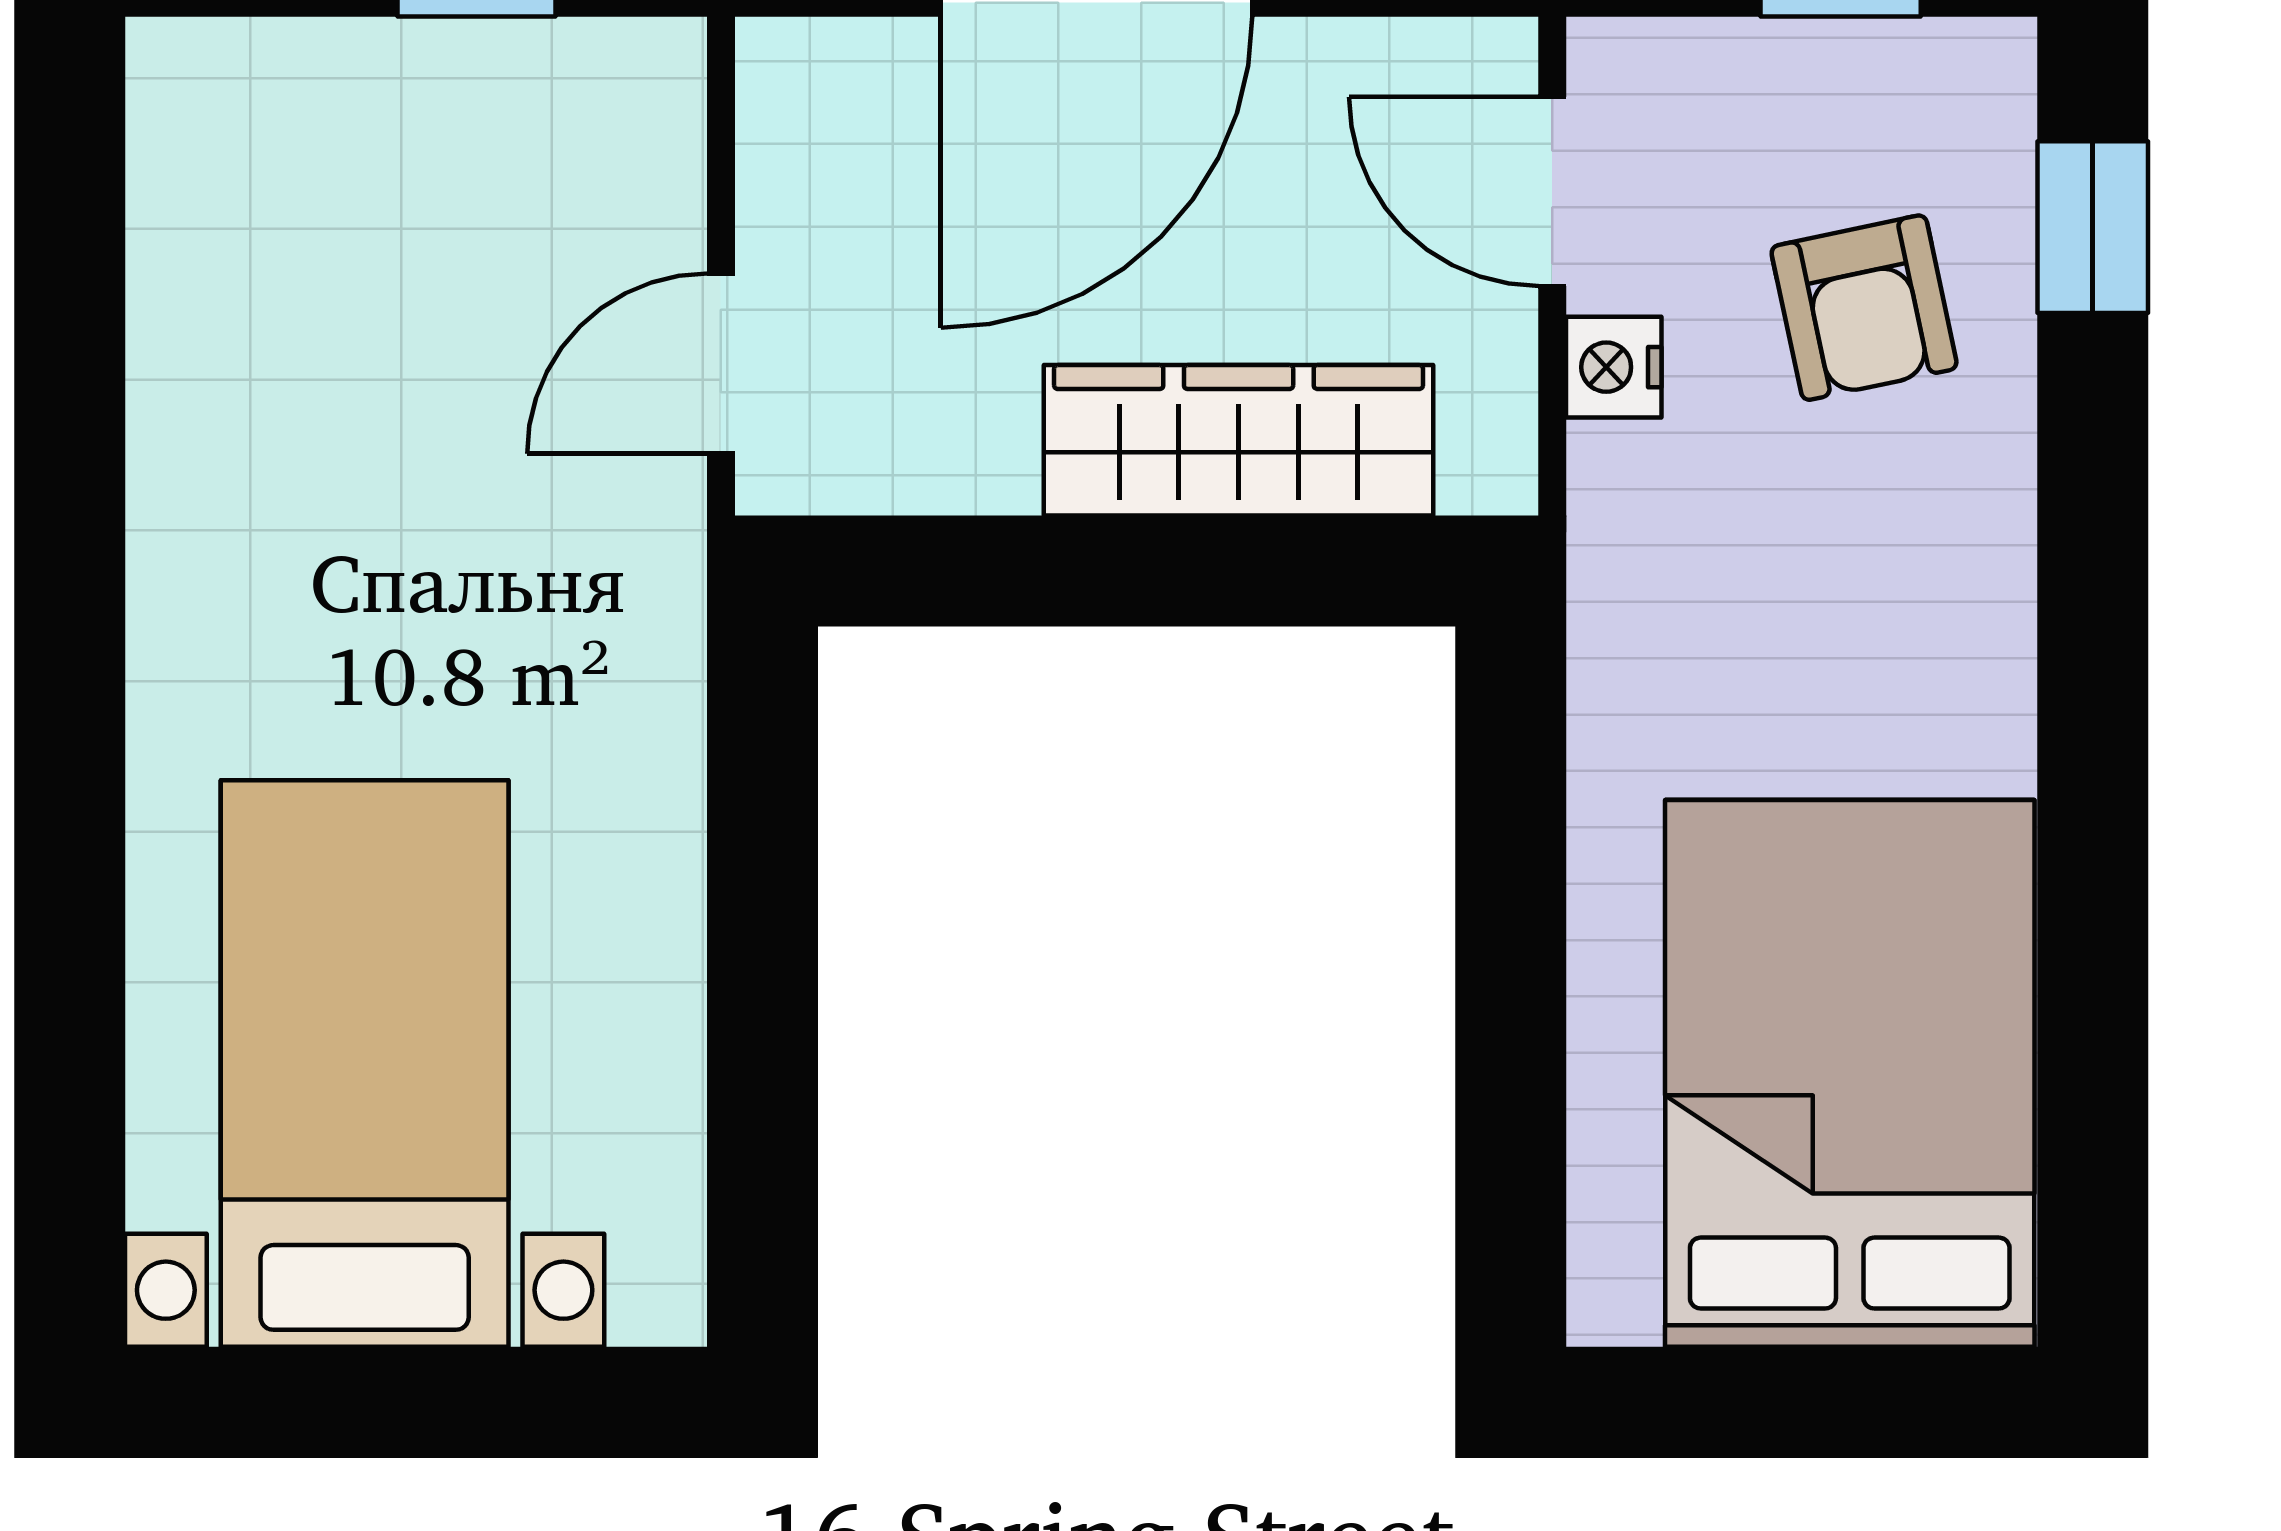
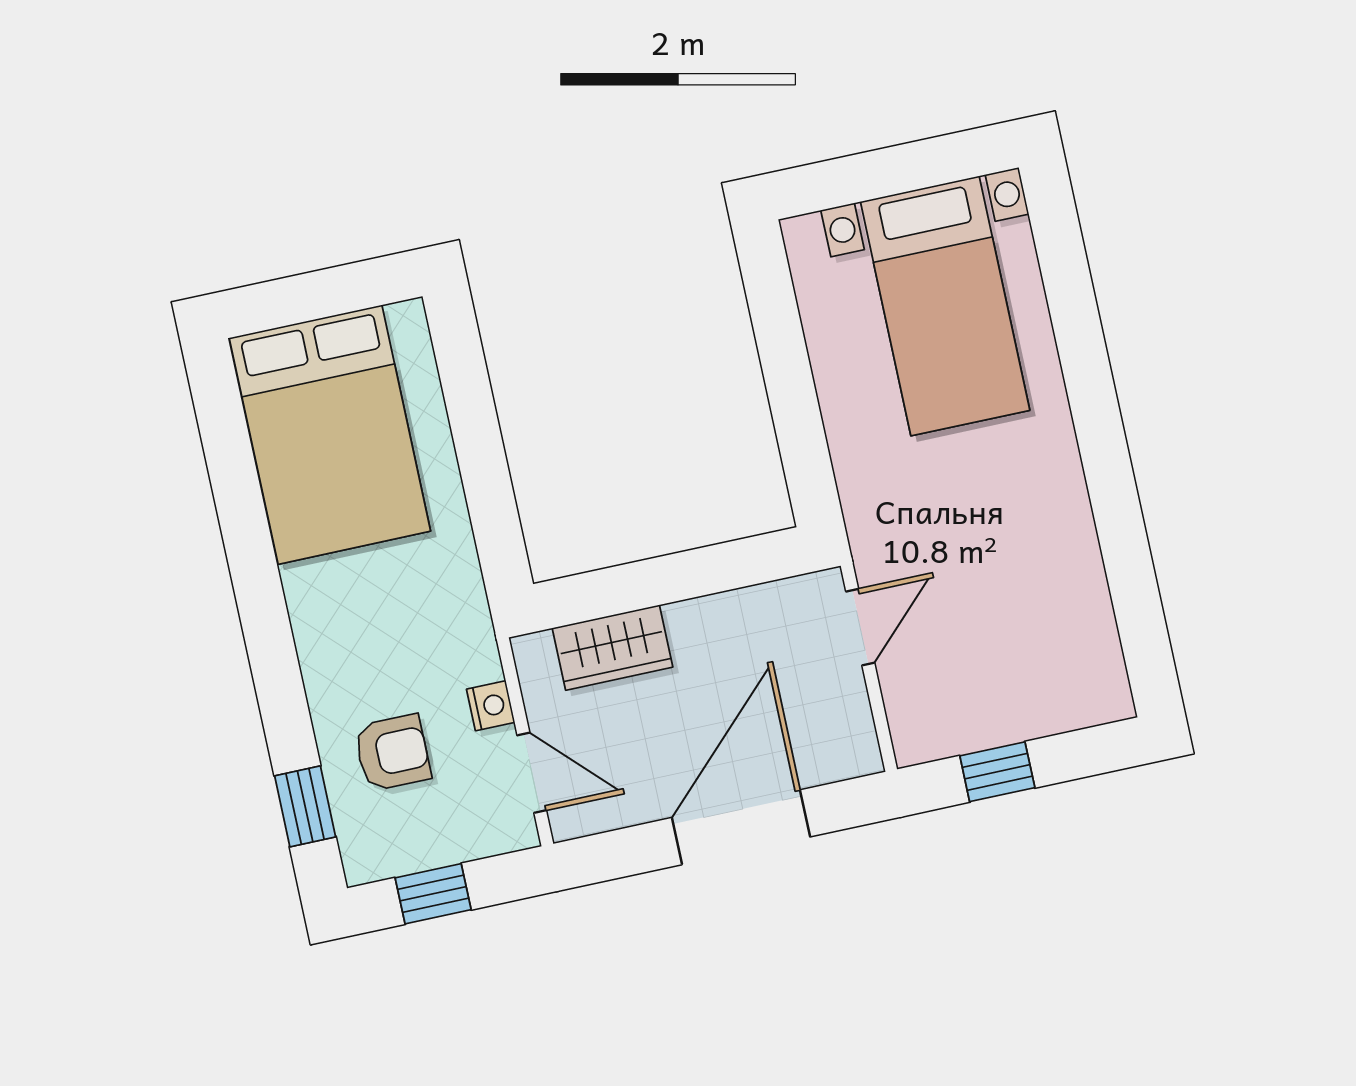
armchair: (1864, 308) -> (392, 753), turned 102
wardrobe: (1239, 440) -> (612, 648), width x0.67

